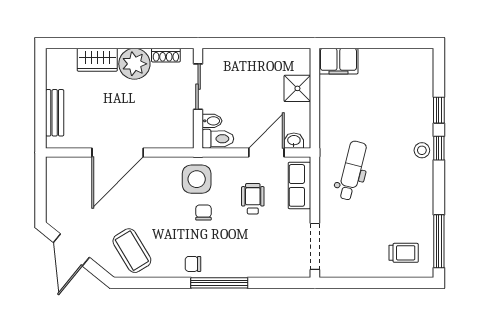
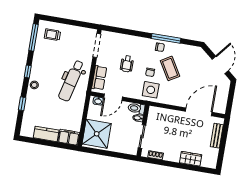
kitchen counter: (383, 60) -> (46, 134), added
plant: (134, 64) -> (172, 154), removed
shower: (297, 88) -> (97, 134), width x1.86, depth x1.86
window: (439, 148) -> (28, 71), moved
door: (118, 153) -> (199, 112), moved
dental chair: (352, 171) -> (71, 81), width x1.36, depth x1.38
wheelchair: (253, 199) -> (127, 64), moved
coffee table: (132, 251) -> (170, 68), moved
window: (219, 283) -> (166, 38), moved

